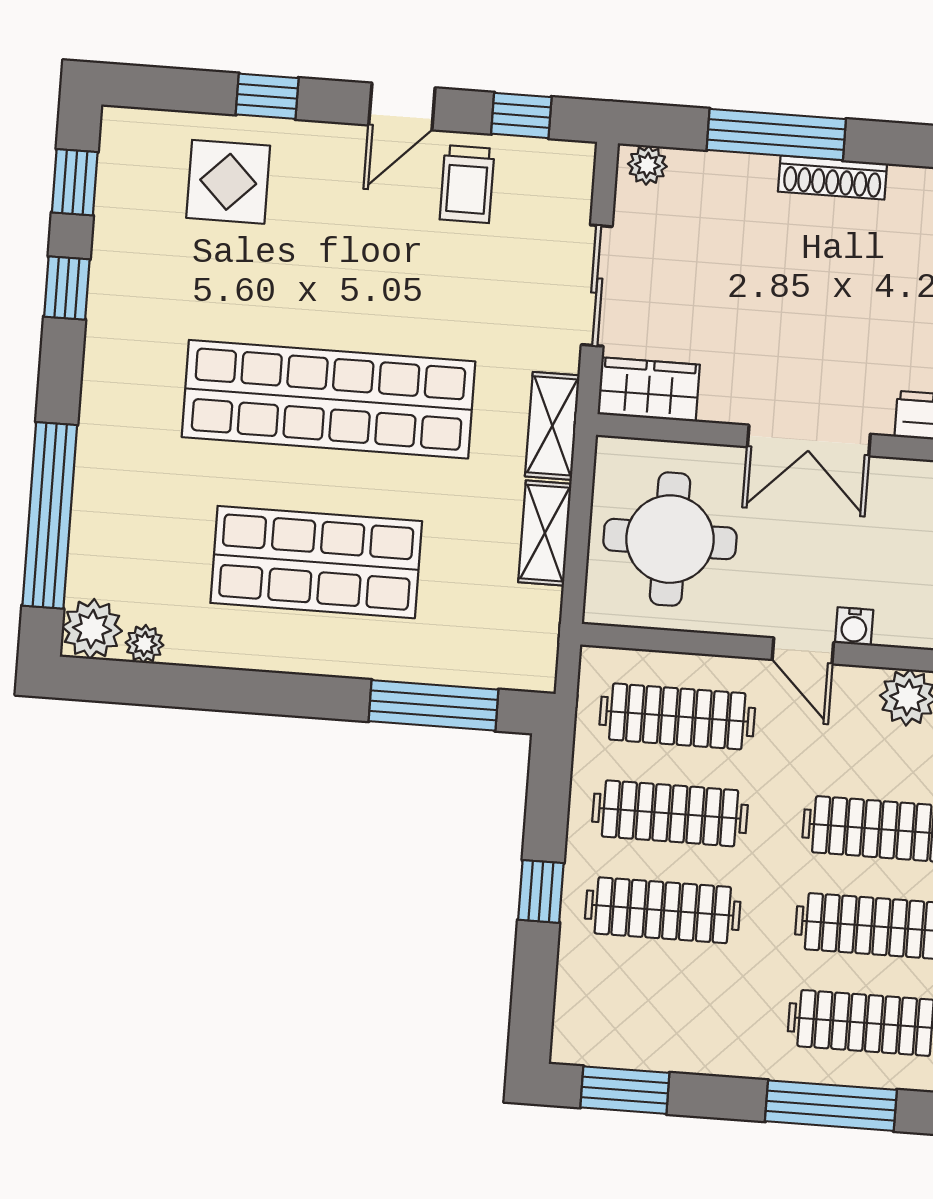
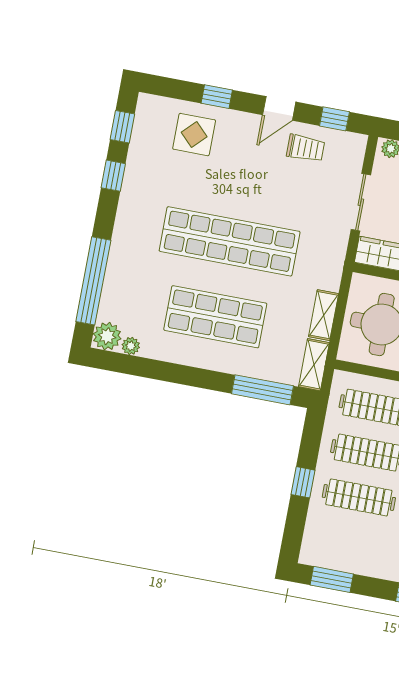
trolley: (467, 184) -> (306, 148), turned -90
shelving: (552, 426) -> (314, 365), moved

